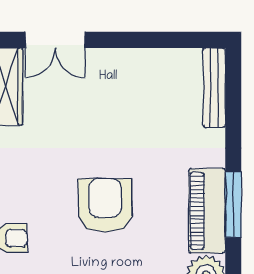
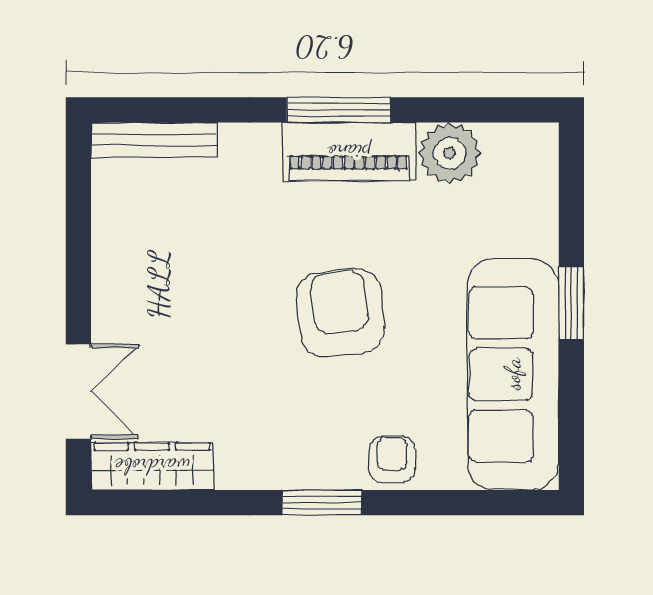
armchair: (105, 205) -> (340, 313), turned 84

